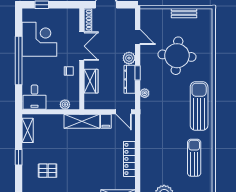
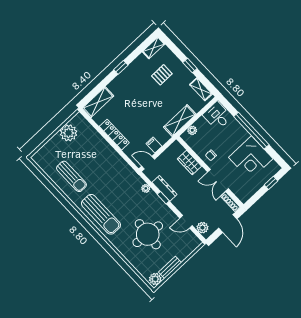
plant: (204, 15) -> (155, 279), added
plant: (129, 58) -> (202, 228), moved
shelving: (82, 121) -> (180, 121), moved

